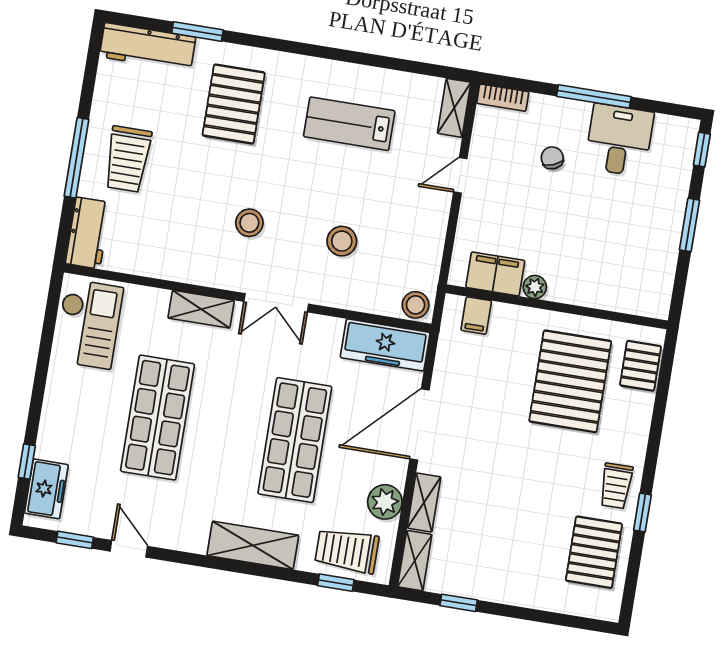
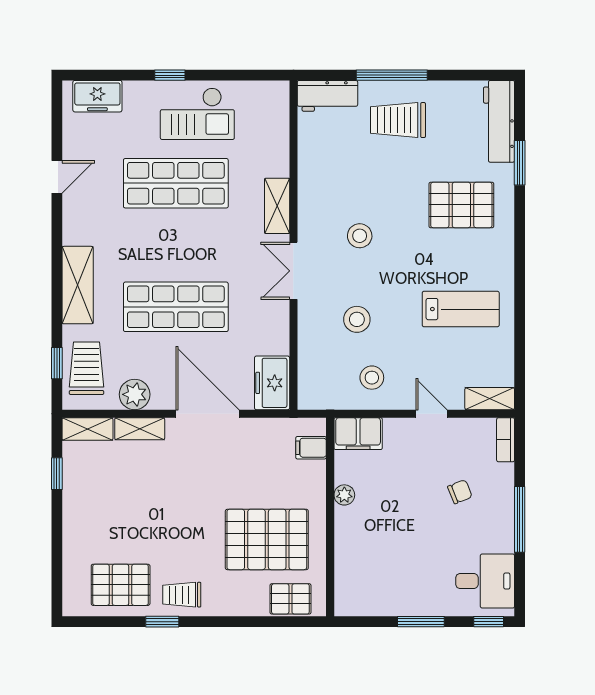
lab bench: (349, 124) -> (461, 309), turned 90
desk: (619, 140) -> (485, 581), moved
filing cabinet: (495, 274) -> (358, 434), moved, turned 90
stool: (416, 305) -> (372, 378), moved
checkout: (88, 324) -> (197, 114), moved
freezer: (385, 345) -> (272, 383), width x0.71
window: (27, 461) -> (170, 75), moved
window: (75, 540) -> (57, 128), removed

